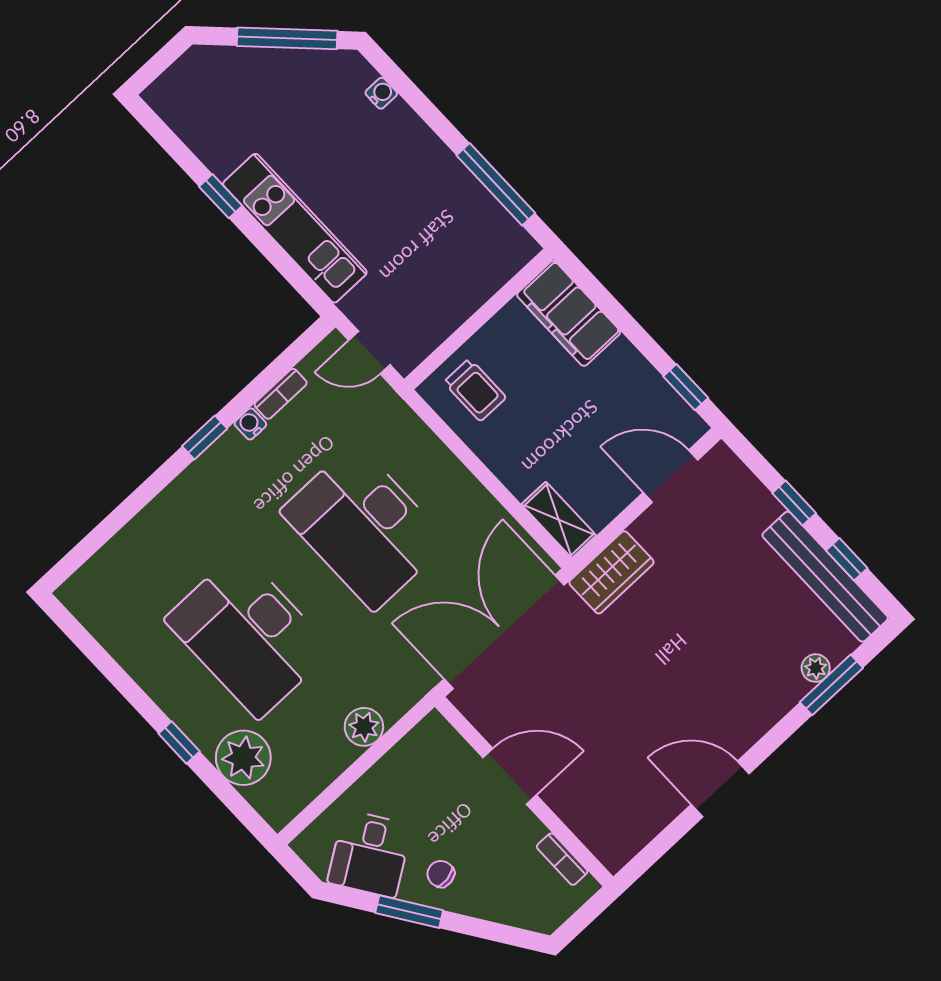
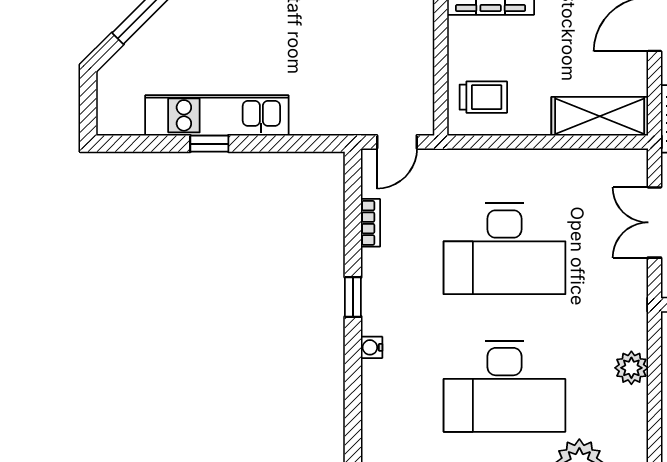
kitchen unit: (295, 228) -> (217, 115), moved
water cooler: (250, 424) -> (372, 347), moved
shelving: (559, 520) -> (600, 116), width x1.50, depth x1.33
double door: (504, 632) -> (654, 222), width x0.54

